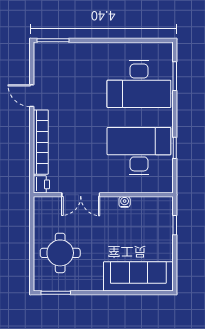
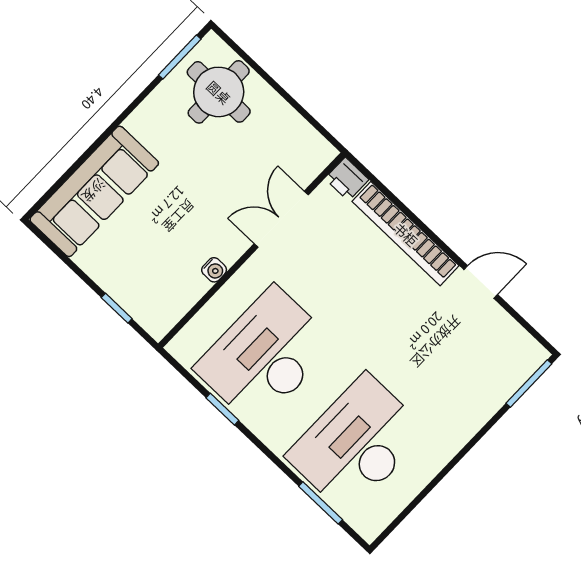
desk: (139, 151) -> (265, 356), turned 180
round table: (60, 253) -> (219, 92), moved

